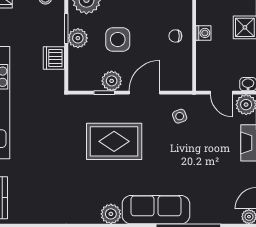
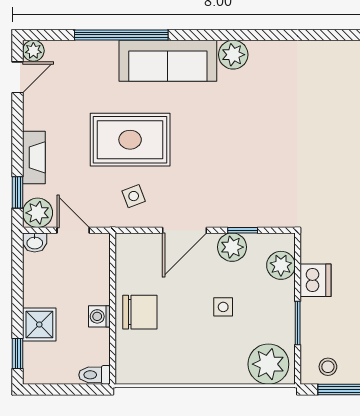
chair: (175, 36) -> (140, 312), width x1.87, depth x1.87
plant: (78, 38) -> (281, 265), moved
side table: (118, 39) -> (223, 307), width x0.54, depth x0.54
rug: (114, 141) -> (130, 140), moved

